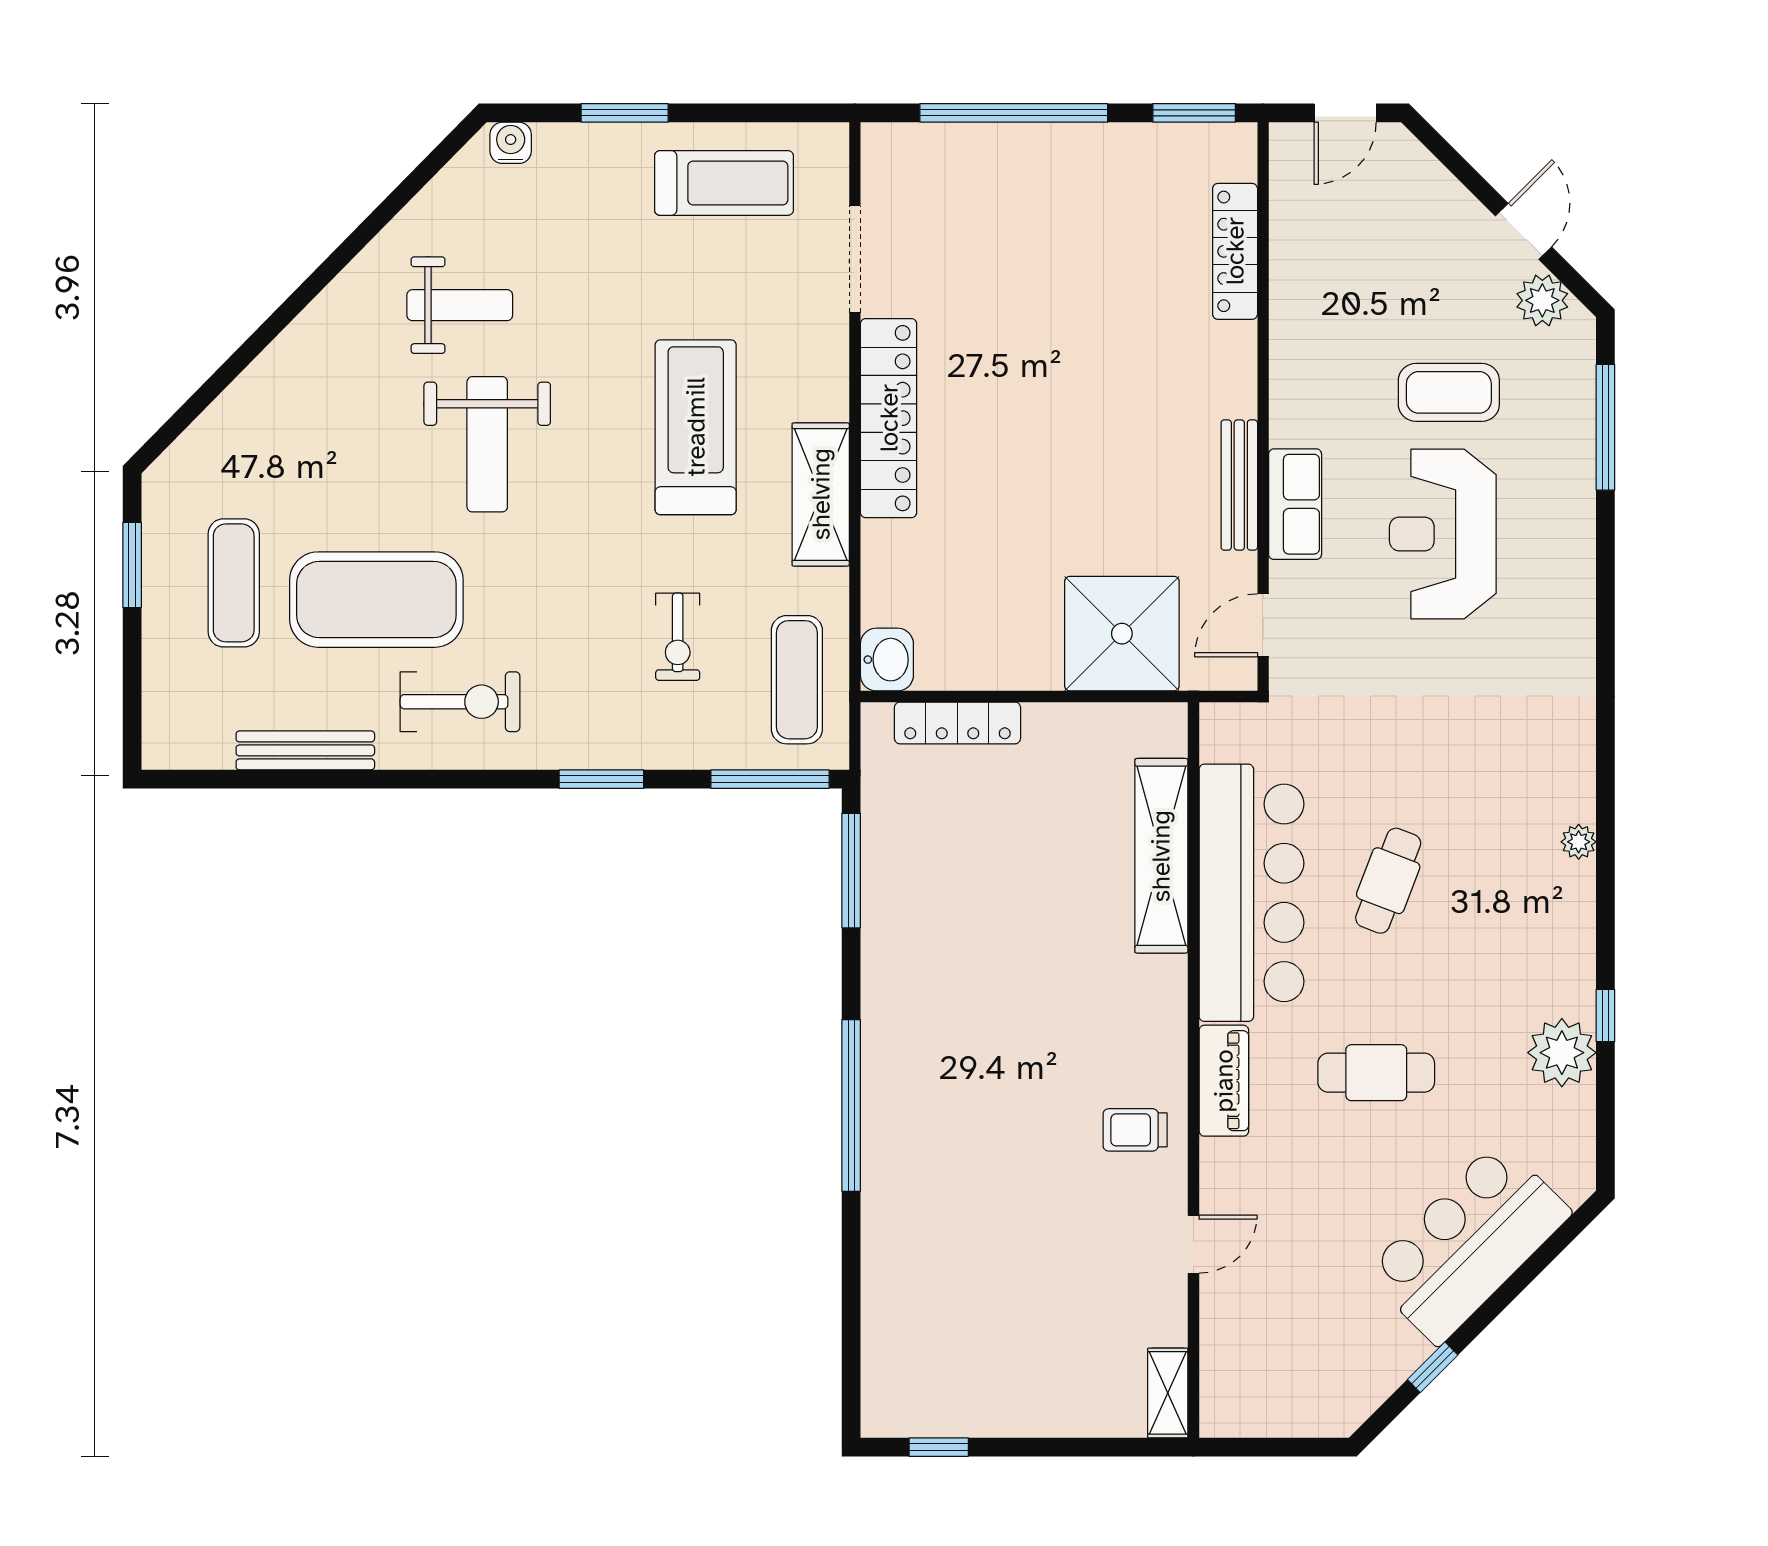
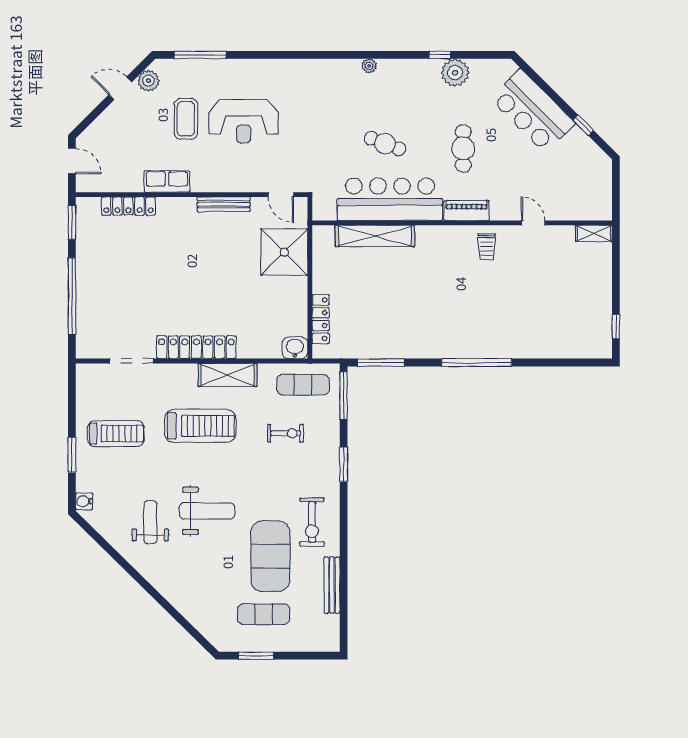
treadmill: (724, 183) -> (116, 434), moved, turned 90
treadmill: (696, 427) -> (200, 426), turned 180
row of seats: (1295, 504) -> (167, 181), moved
exercise bike: (460, 702) -> (312, 522), turned 180

